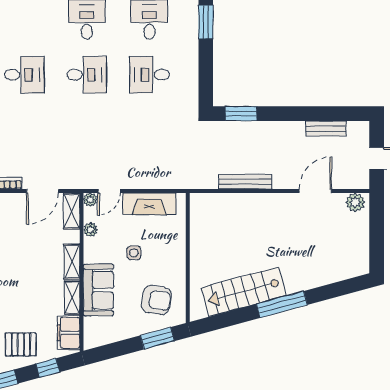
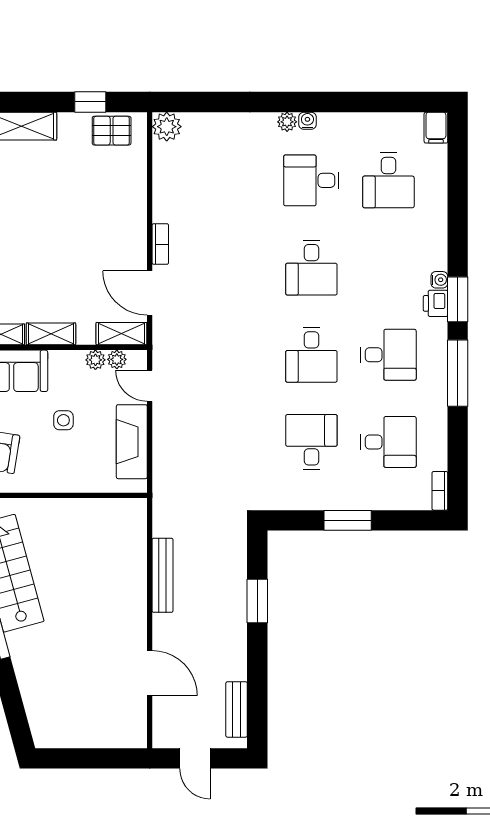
window: (206, 22) -> (348, 520), moved
window: (241, 114) -> (257, 601), moved
bench: (326, 128) -> (237, 709), moved
plant: (90, 200) -> (117, 359), moved
plant: (355, 202) -> (134, 729), removed

